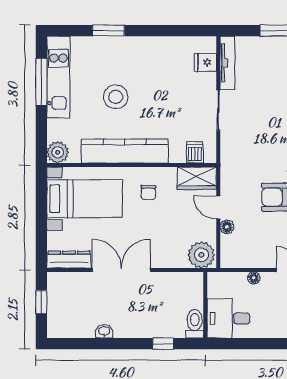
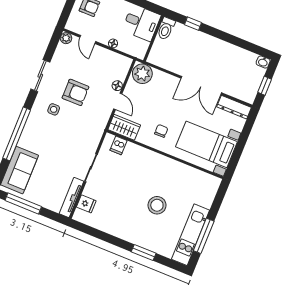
kitchen counter: (125, 151) -> (166, 166), removed
plant: (58, 152) -> (212, 183), removed
washbasin: (104, 331) -> (263, 62), moved

